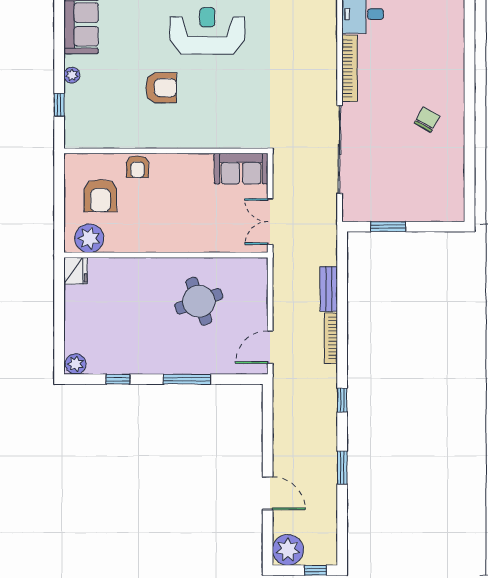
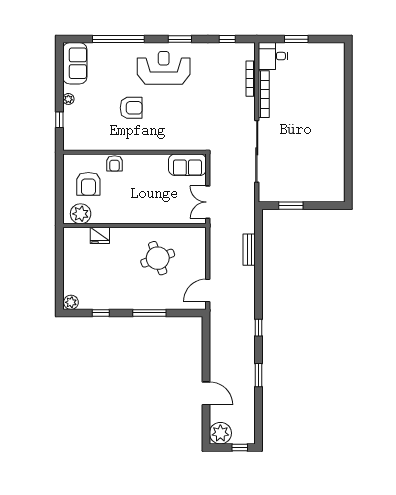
chair: (427, 120) -> (318, 130), removed
fridge: (76, 271) -> (100, 235), moved, turned 90
bookcase: (331, 338) -> (251, 79), moved

